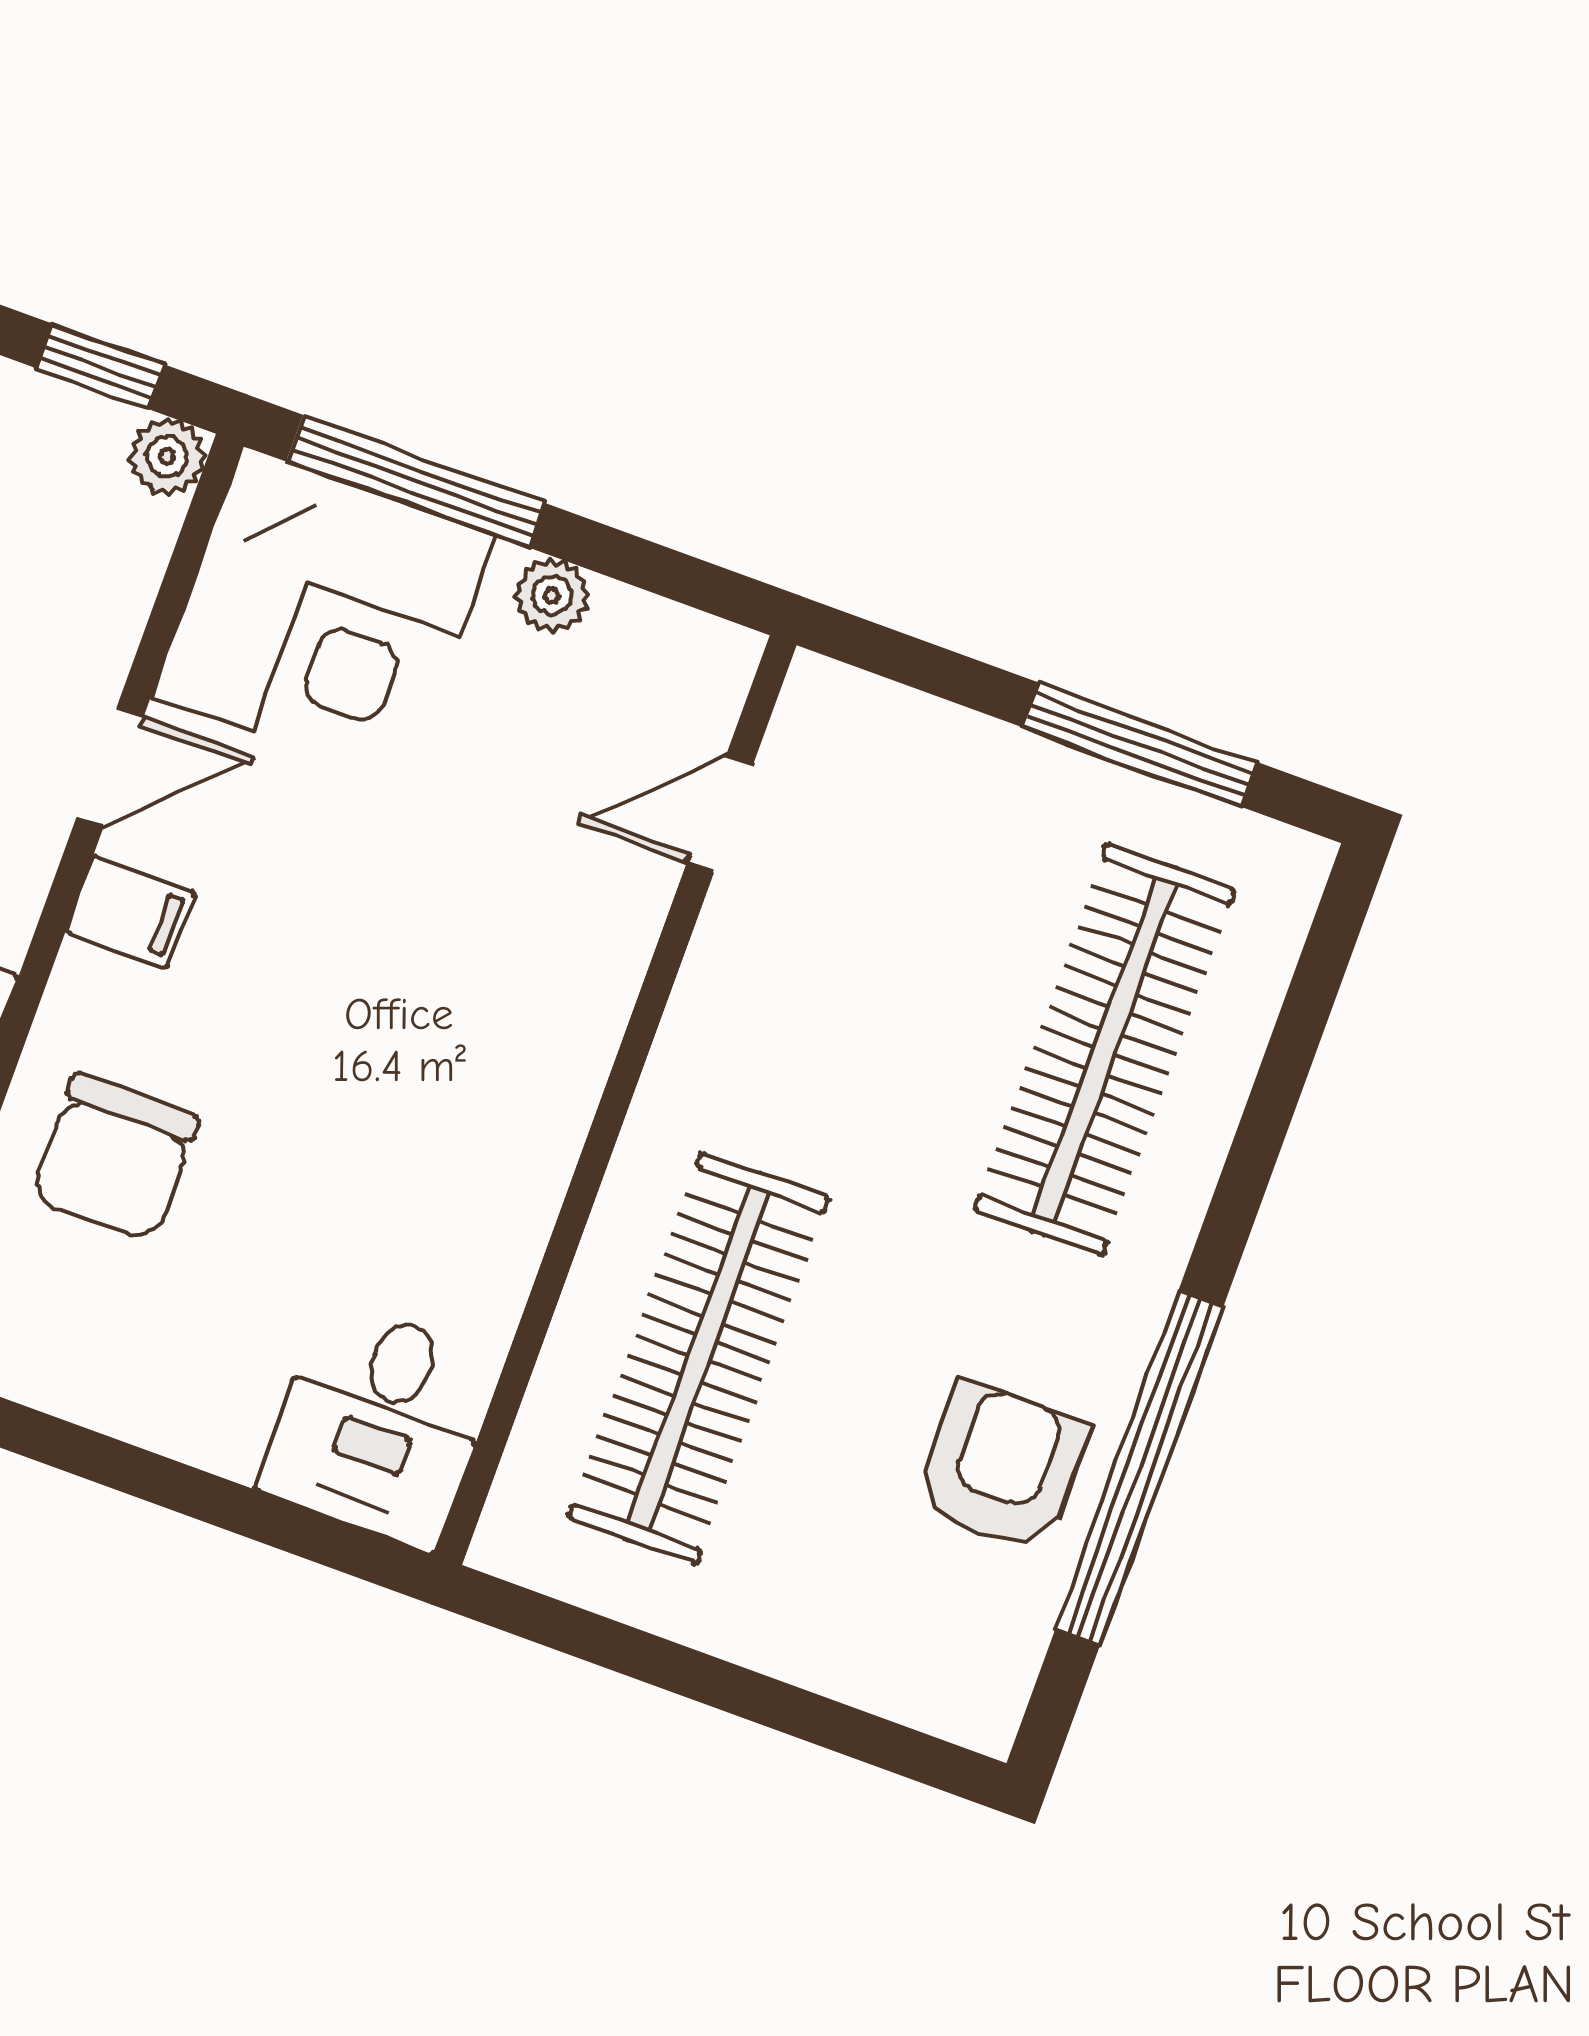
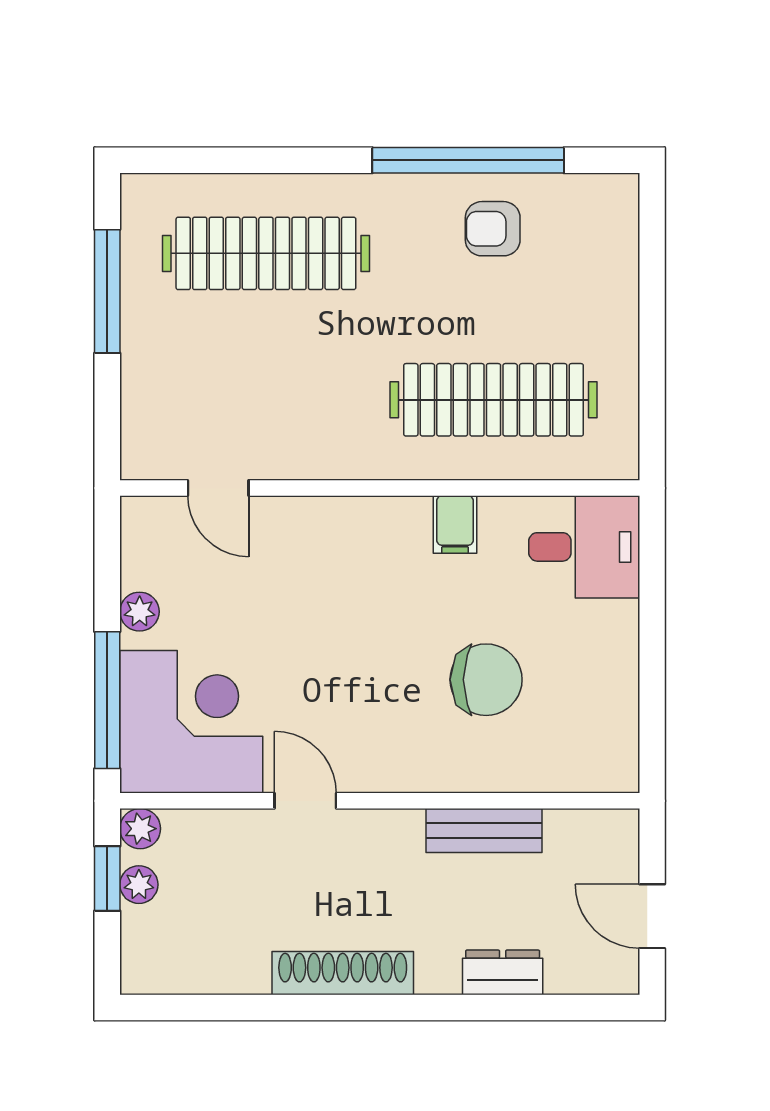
plant: (69, 418) -> (139, 885), added
filing cabinet: (131, 912) -> (455, 525), moved, turned 180
chair: (115, 1158) -> (486, 680), moved
armchair: (1002, 1467) -> (493, 229), width x0.72, depth x0.72

